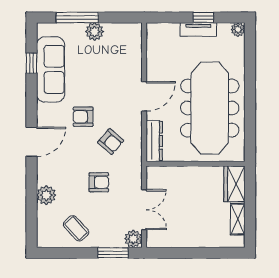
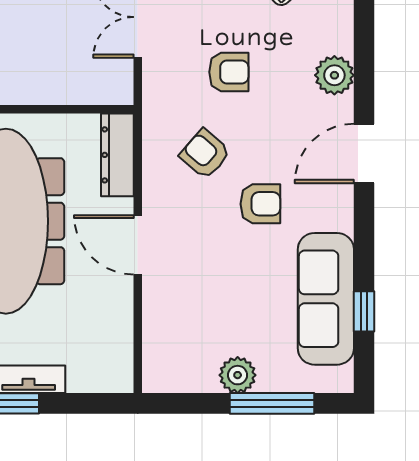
door: (144, 96) -> (138, 245), hinge flipped
armchair: (99, 182) -> (229, 72), turned 180
plant: (46, 195) -> (334, 75), moved

